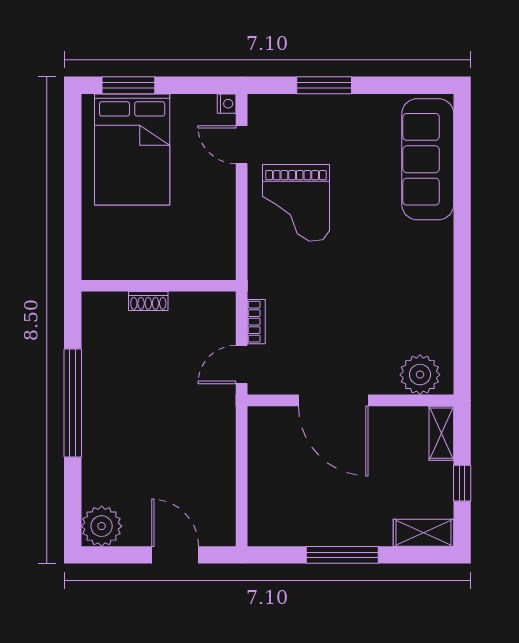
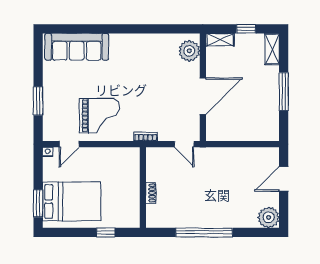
window: (73, 215) -> (106, 232), added
bookcase: (256, 322) -> (146, 136), moved

